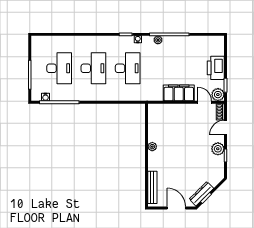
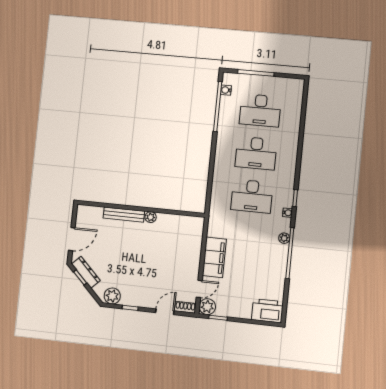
printer: (216, 68) -> (267, 311), moved
door: (226, 128) -> (165, 312), hinge flipped
plant: (218, 149) -> (112, 296), moved
bench: (152, 187) -> (124, 215), moved

